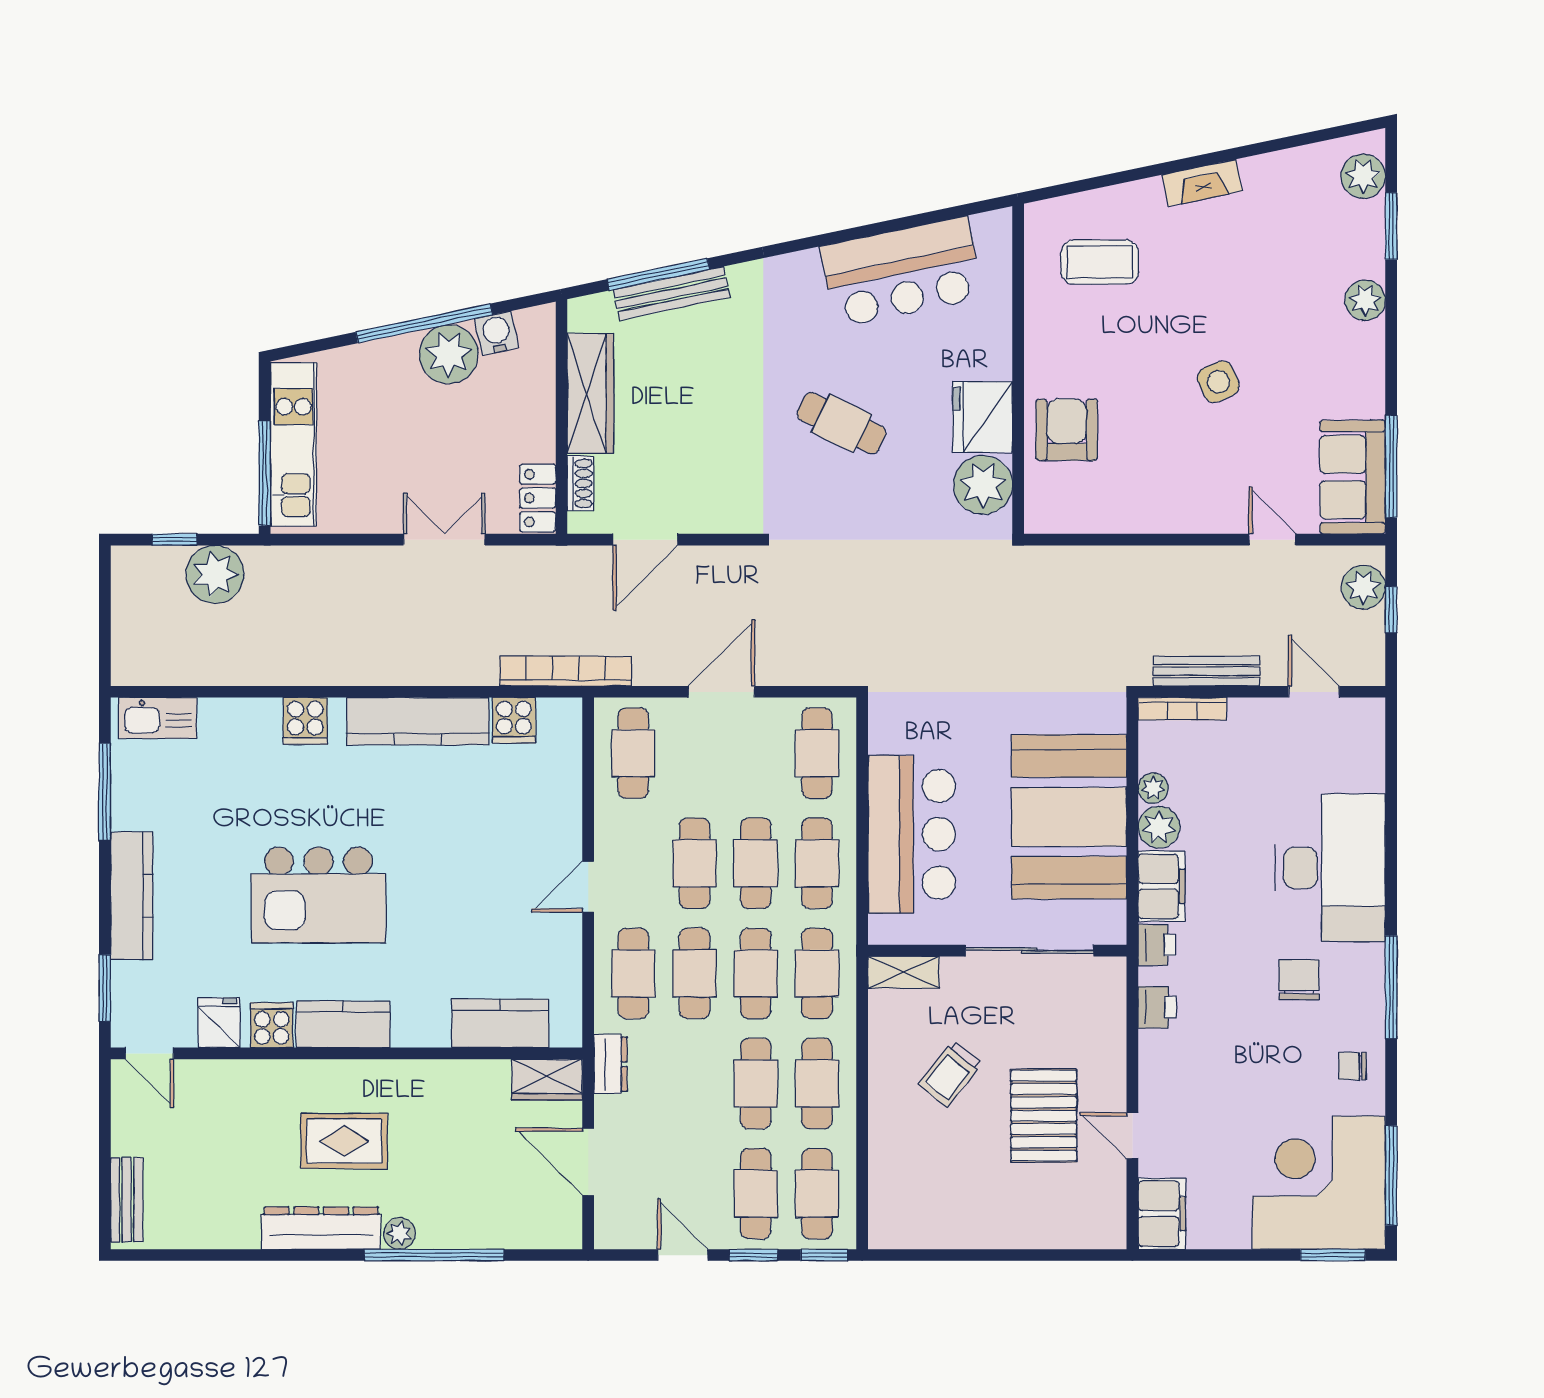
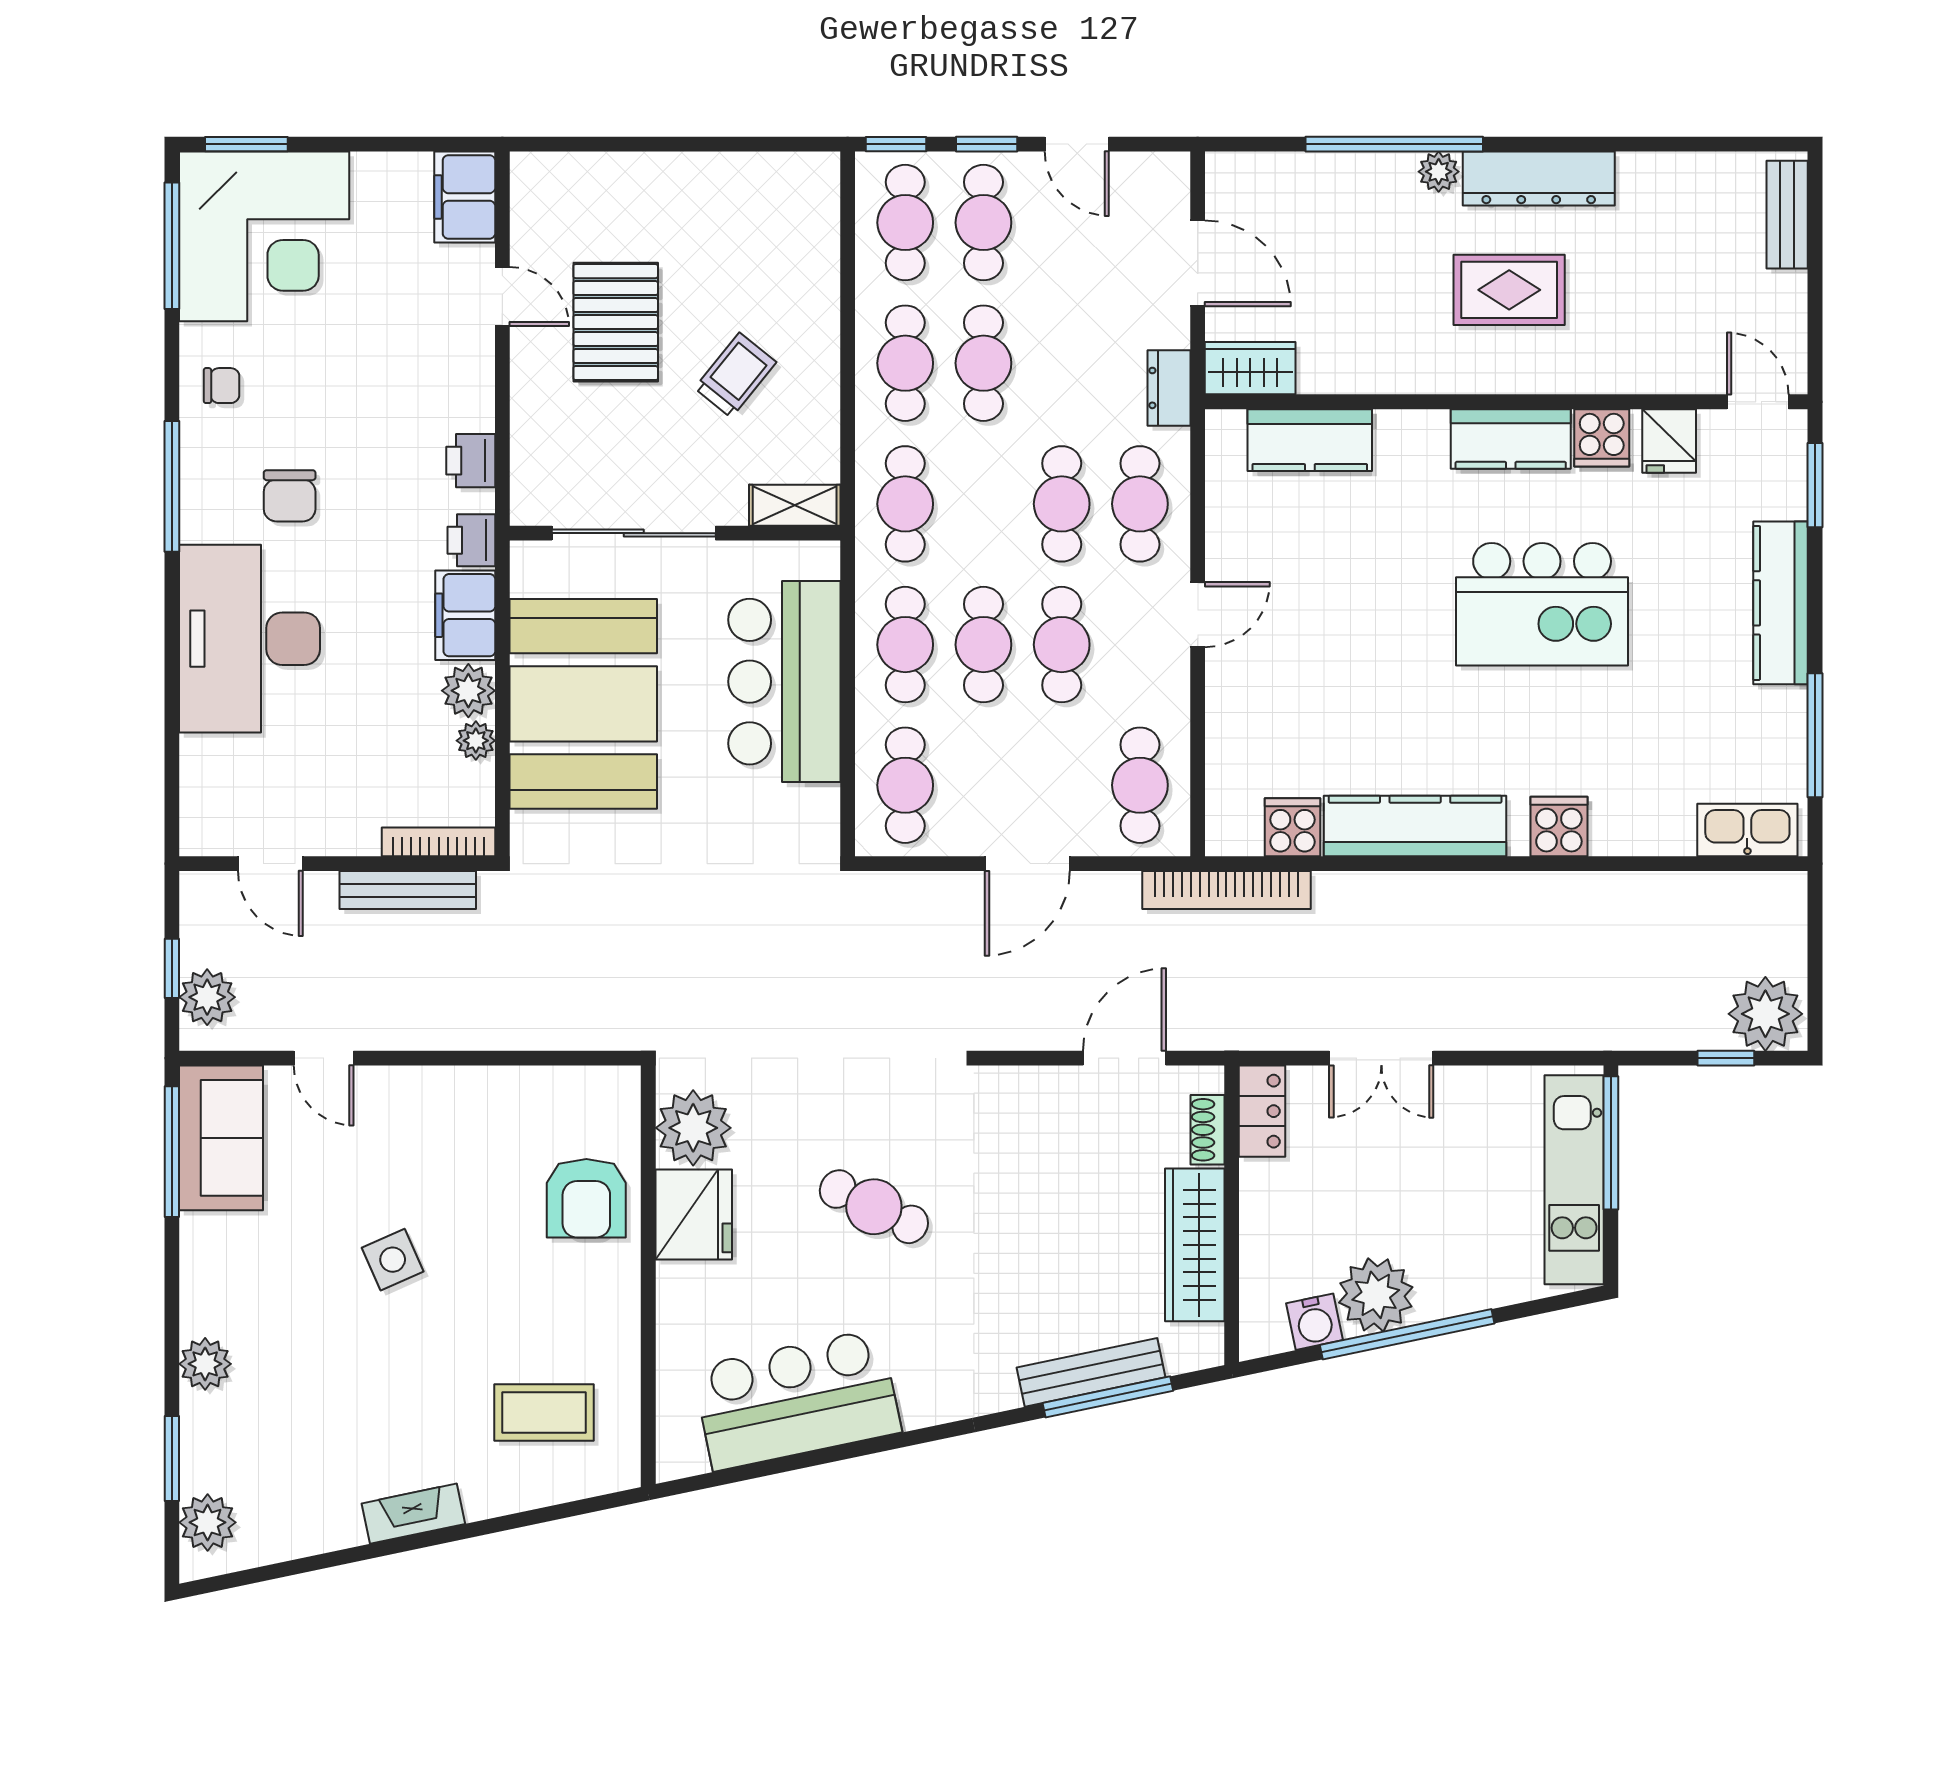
plant: (215, 574) -> (1765, 1014), moved
kitchen island: (318, 895) -> (1542, 604), turned 180
cafe table: (756, 973) -> (983, 504), removed

